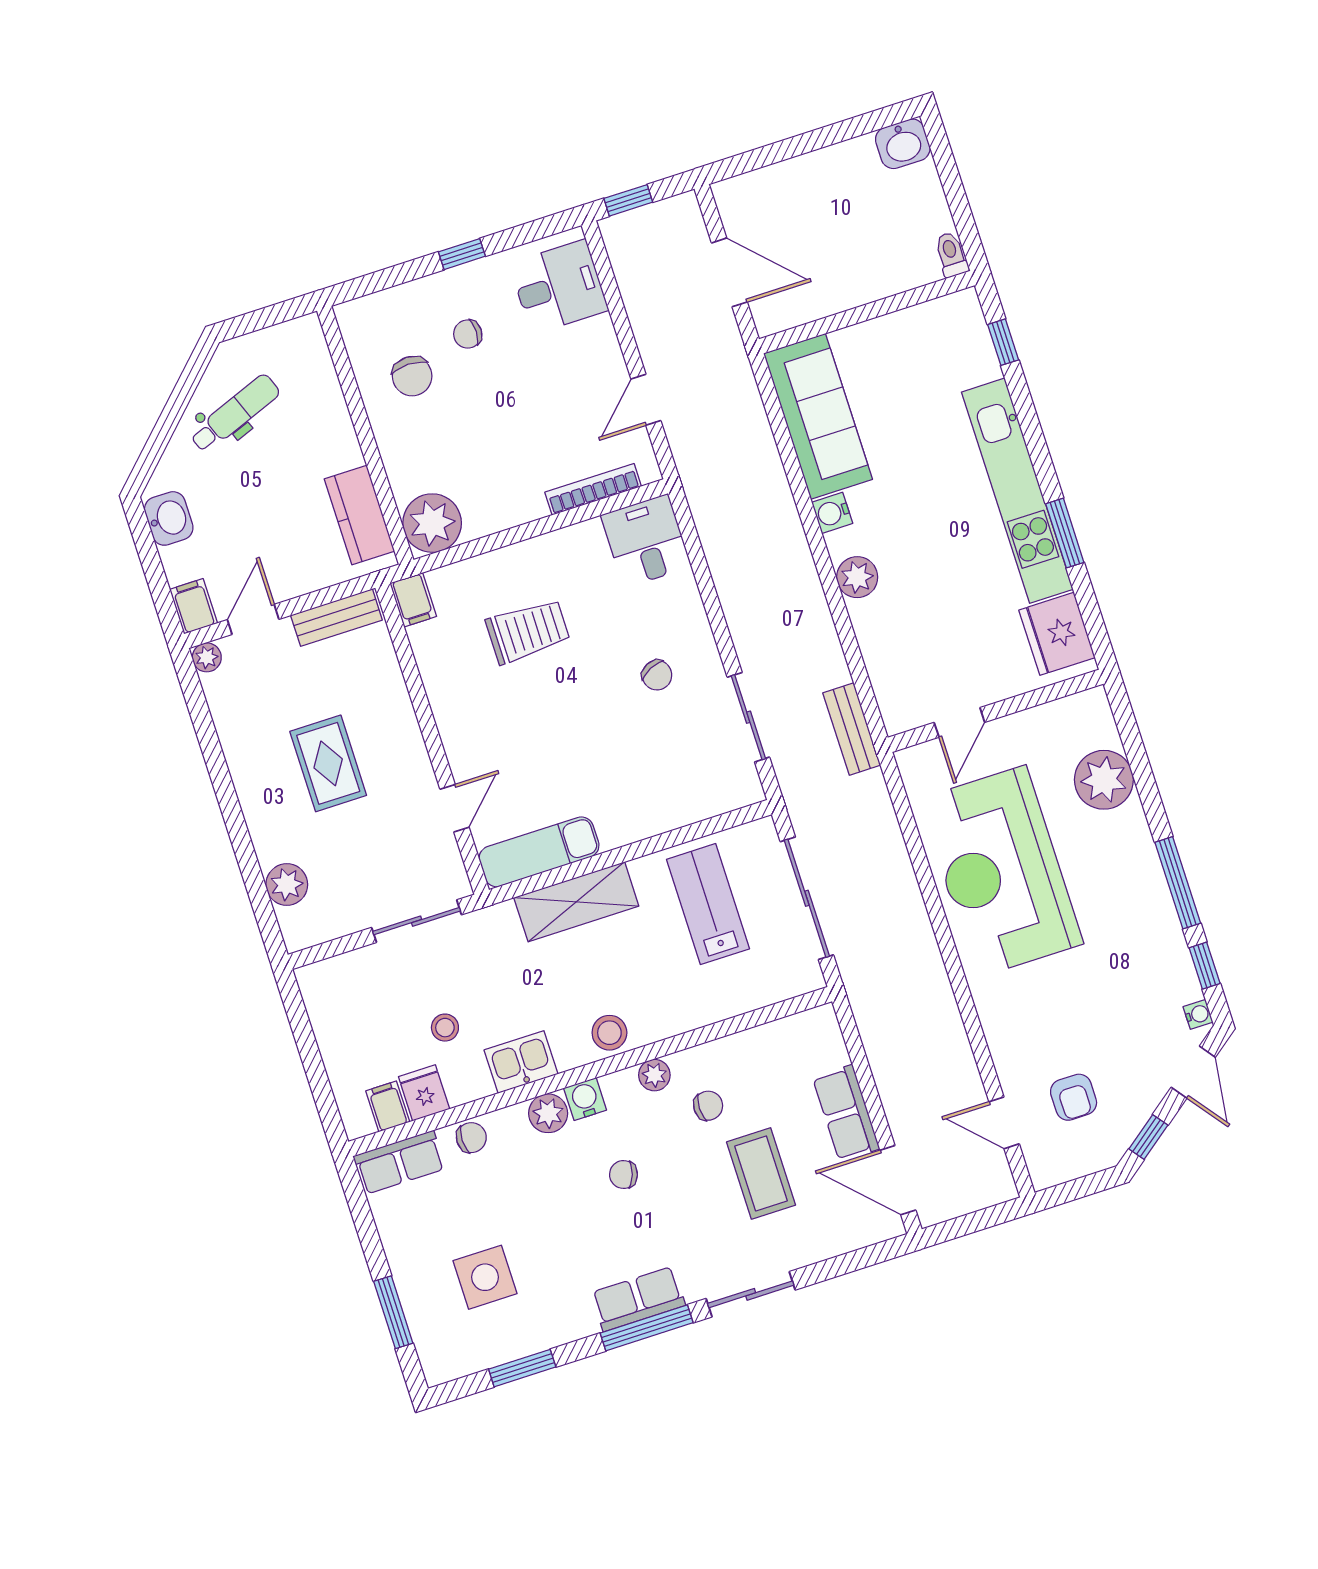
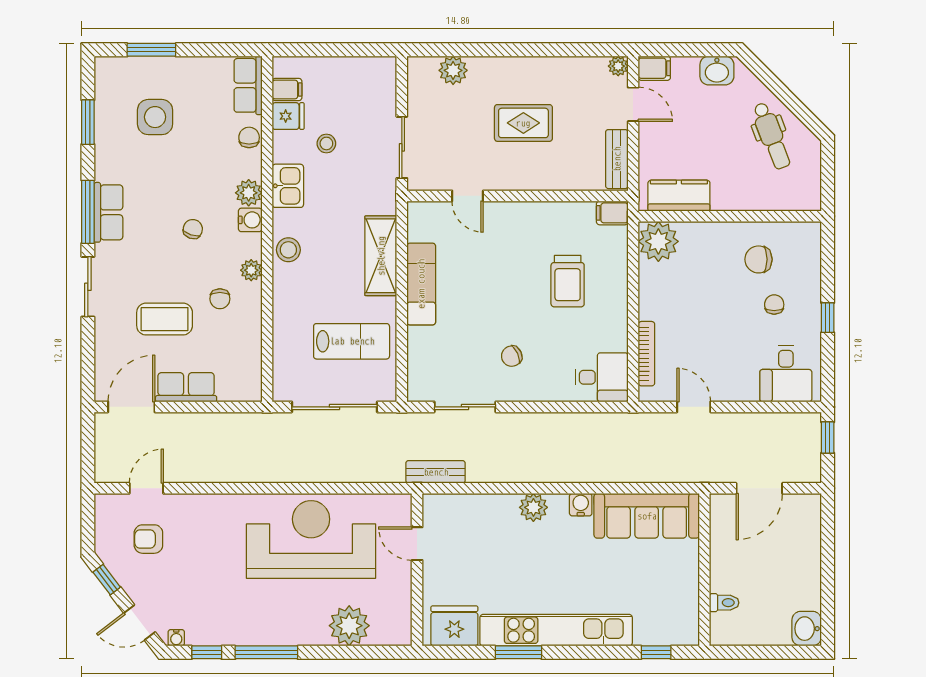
toilet: (951, 255) -> (724, 603), moved
exam couch: (539, 852) -> (421, 284), moved
chair: (471, 1138) -> (249, 137), turned 180

